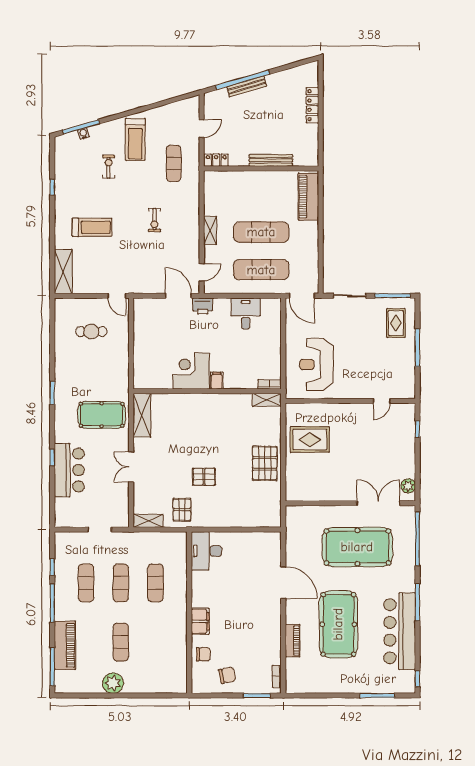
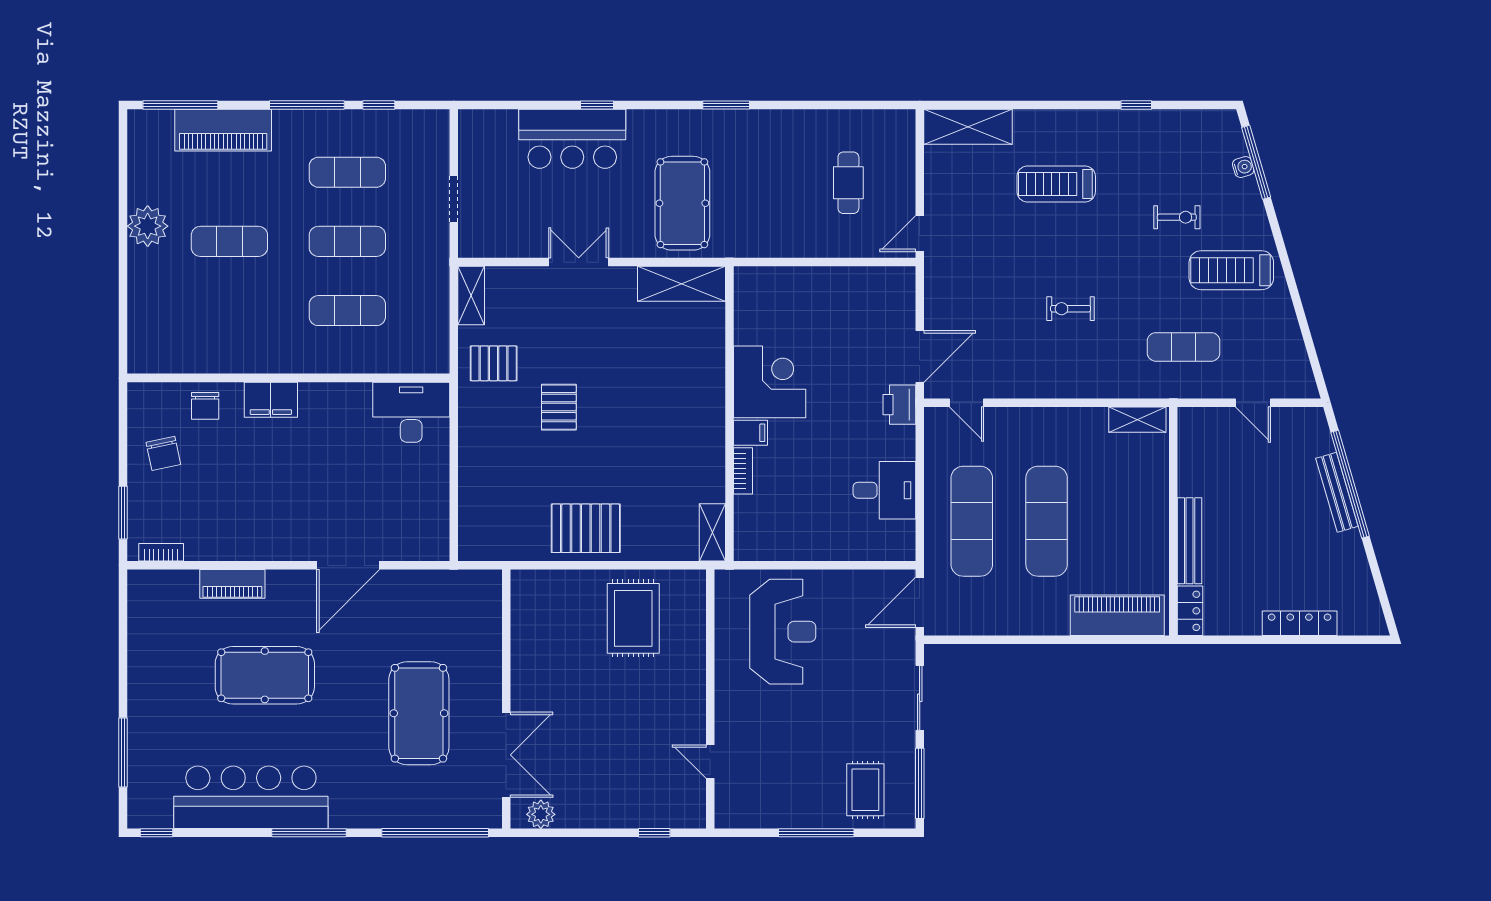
locker: (216, 160) -> (1190, 611), moved
treadmill: (92, 227) -> (1056, 184), turned 90
shelving: (210, 230) -> (1137, 420), moved
rug: (396, 323) -> (865, 790), turned 90
reception desk: (317, 364) -> (783, 632), turned 90
bookcase: (270, 384) -> (743, 471), moved
pool table: (357, 547) -> (419, 713), width x0.73, depth x0.76
pool table: (338, 624) -> (265, 675), width x0.73, depth x0.76

